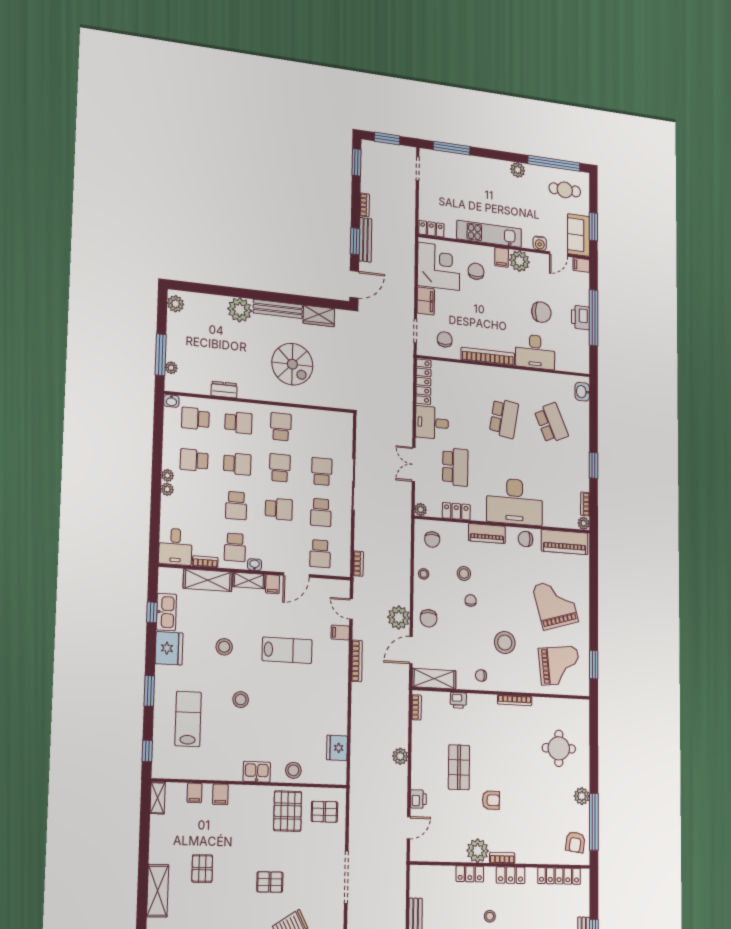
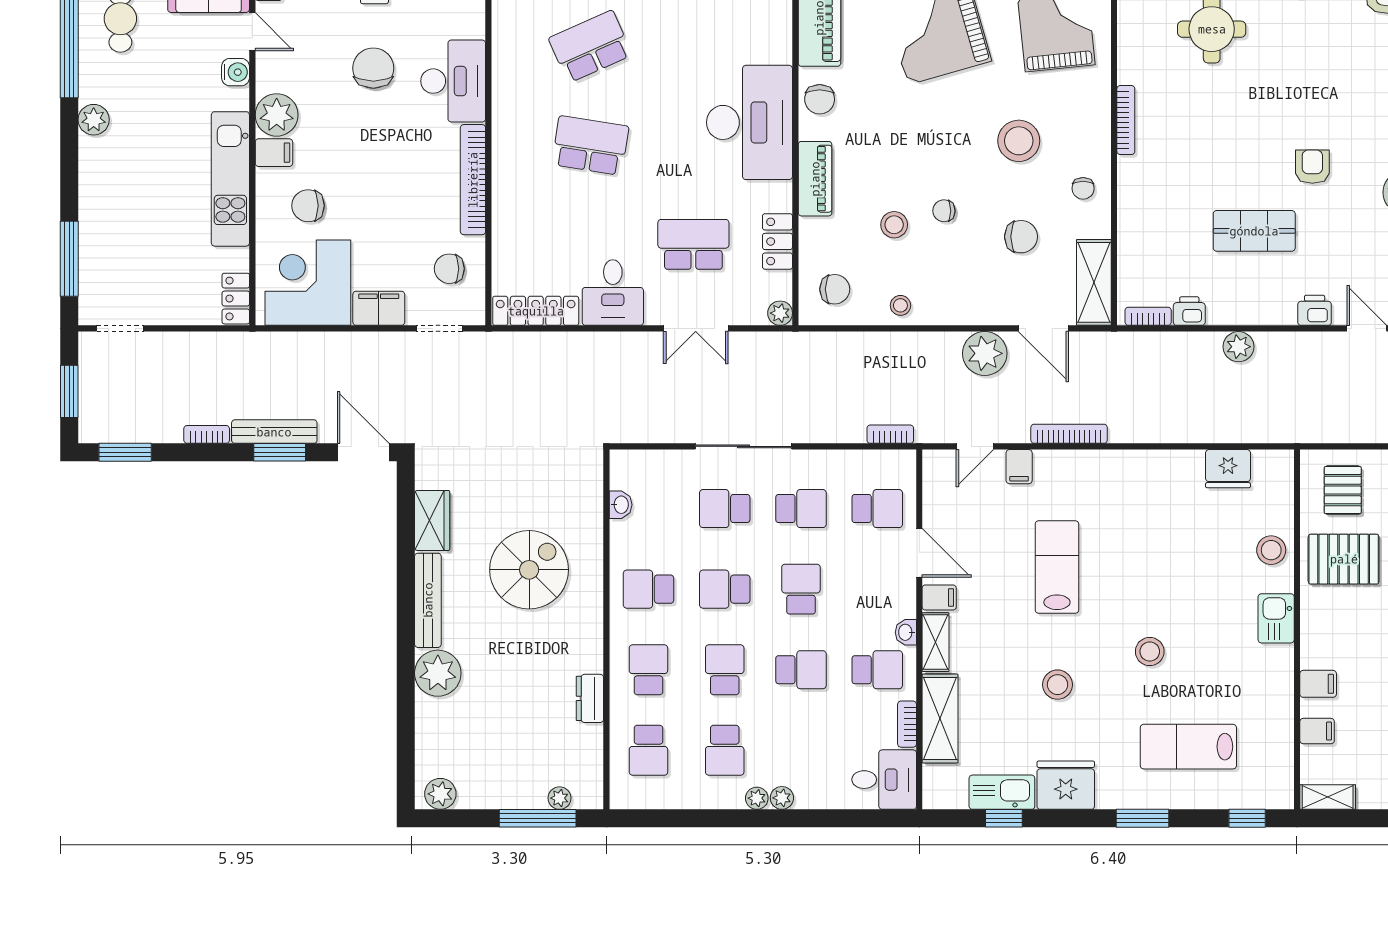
washbasin: (171, 401) -> (621, 505), moved
chair: (429, 618) -> (1021, 237), moved
printer: (458, 700) -> (1189, 311), moved, turned -90

